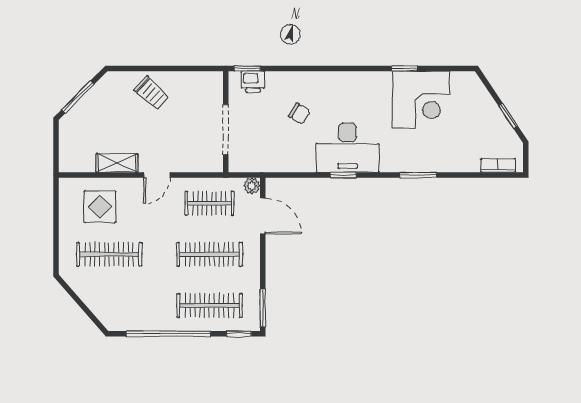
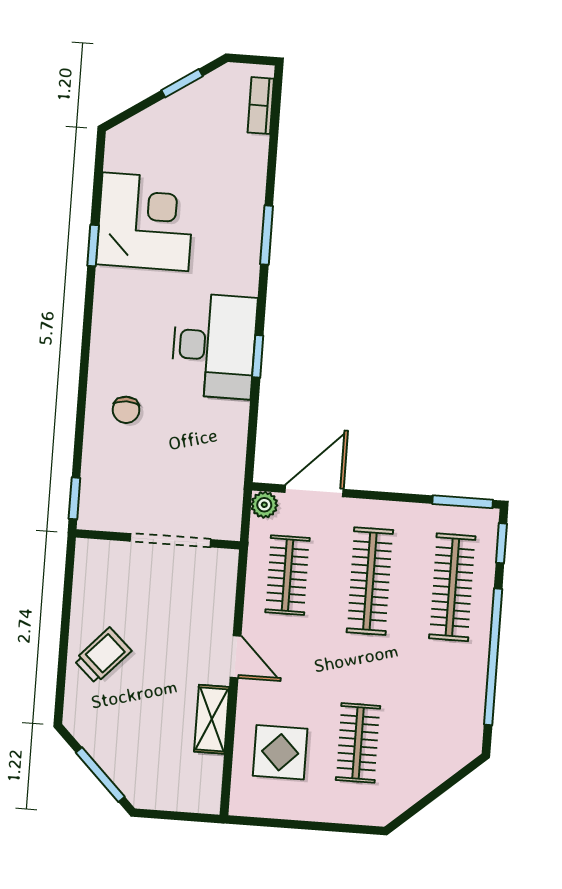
printer: (253, 82) -> (97, 491), removed
chair: (299, 114) -> (126, 410), moved, turned 148
clothes rail: (109, 254) -> (358, 743), width x0.73

